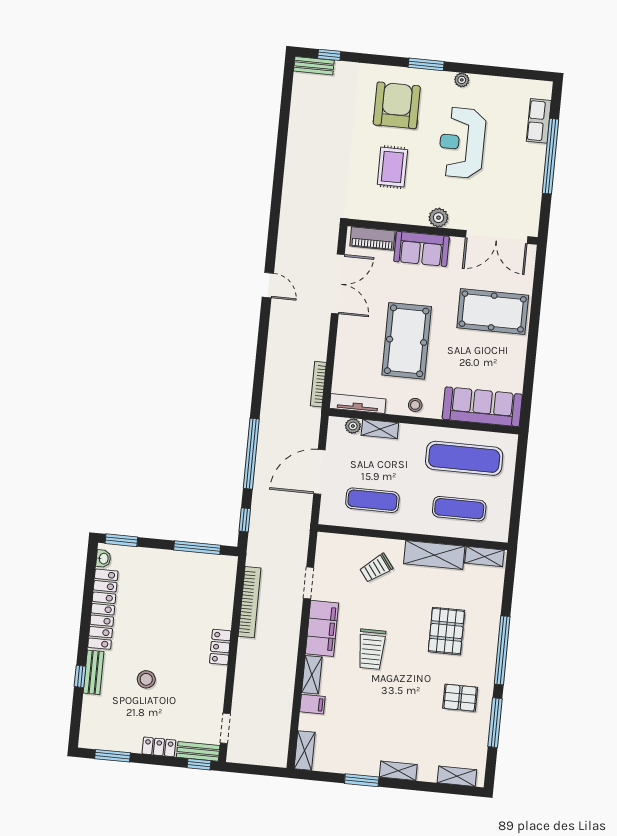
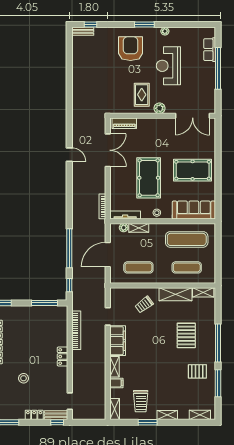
rug: (392, 167) -> (142, 95), moved
sofa: (422, 249) -> (152, 126), removed
pool table: (493, 312) -> (193, 170), moved
trolley: (371, 649) -> (141, 401), moved

